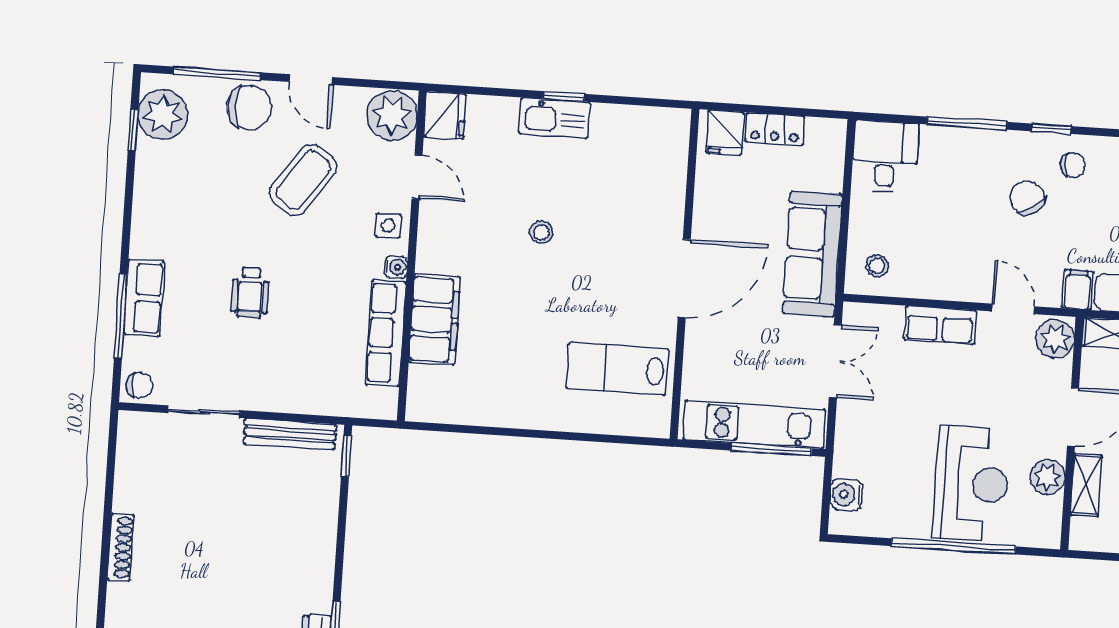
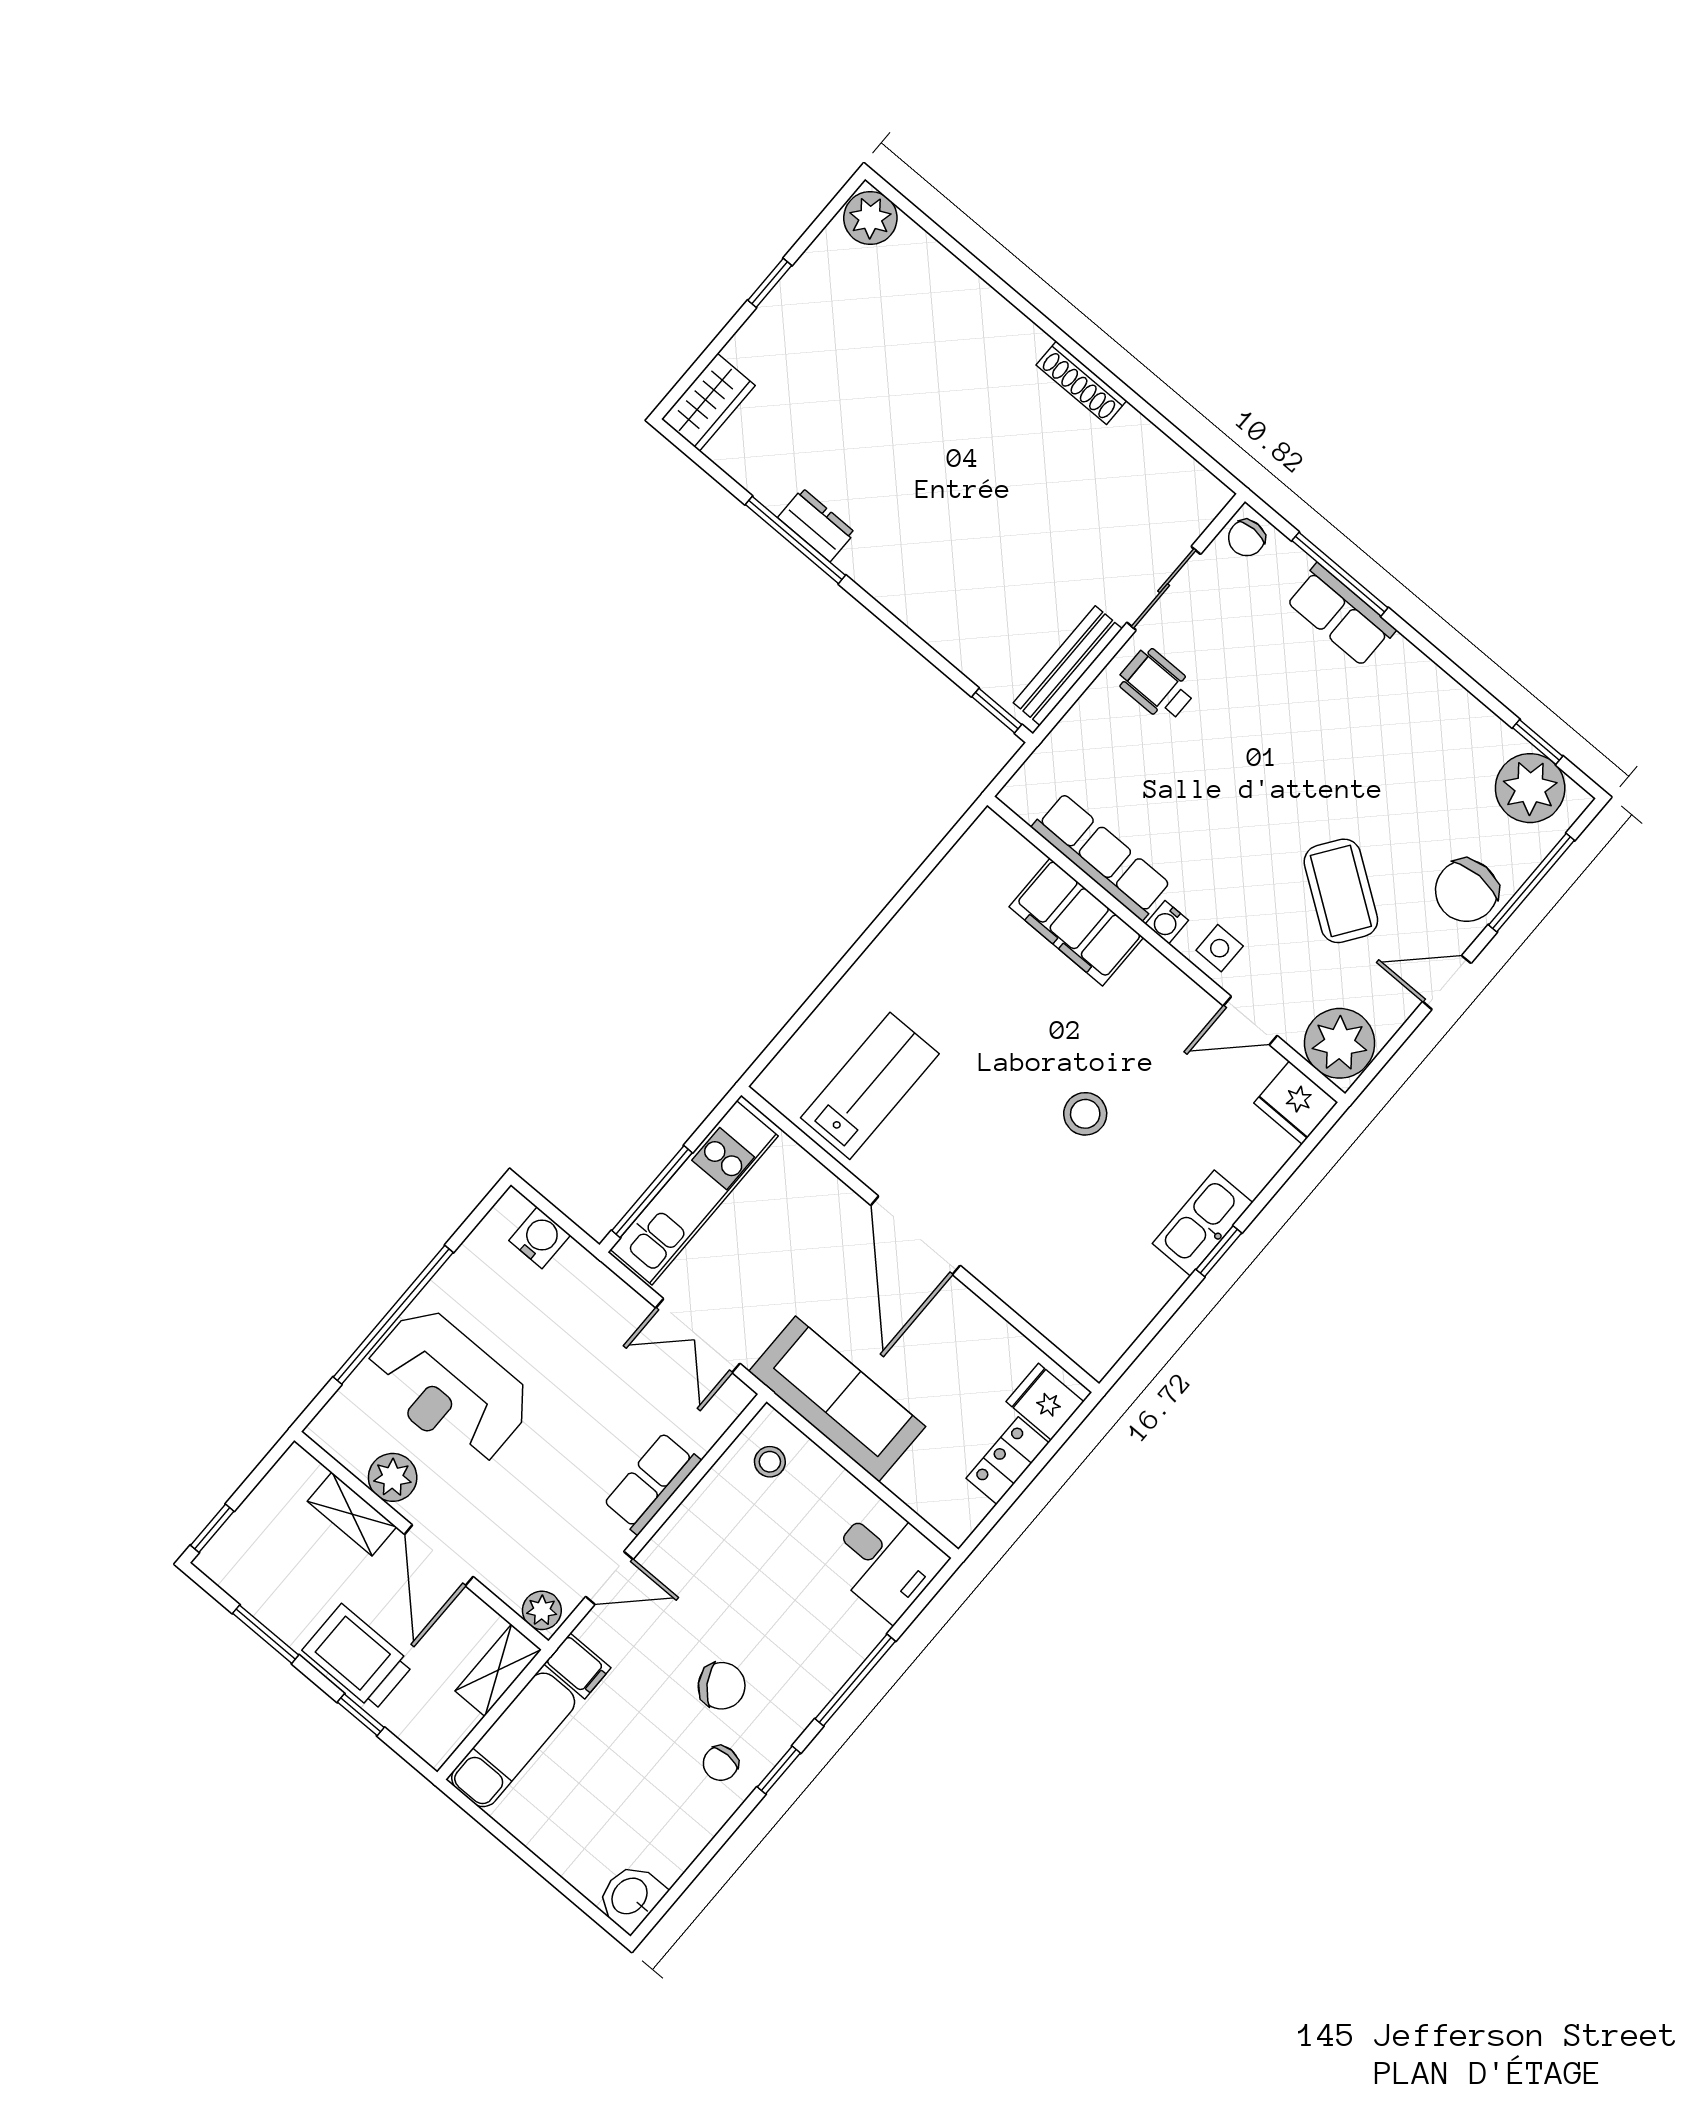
stool: (541, 232) -> (1085, 1114), width x1.37, depth x1.37
wheelchair: (250, 293) -> (1157, 685), moved
plant: (1055, 339) -> (542, 1610), width x0.73, depth x0.73

